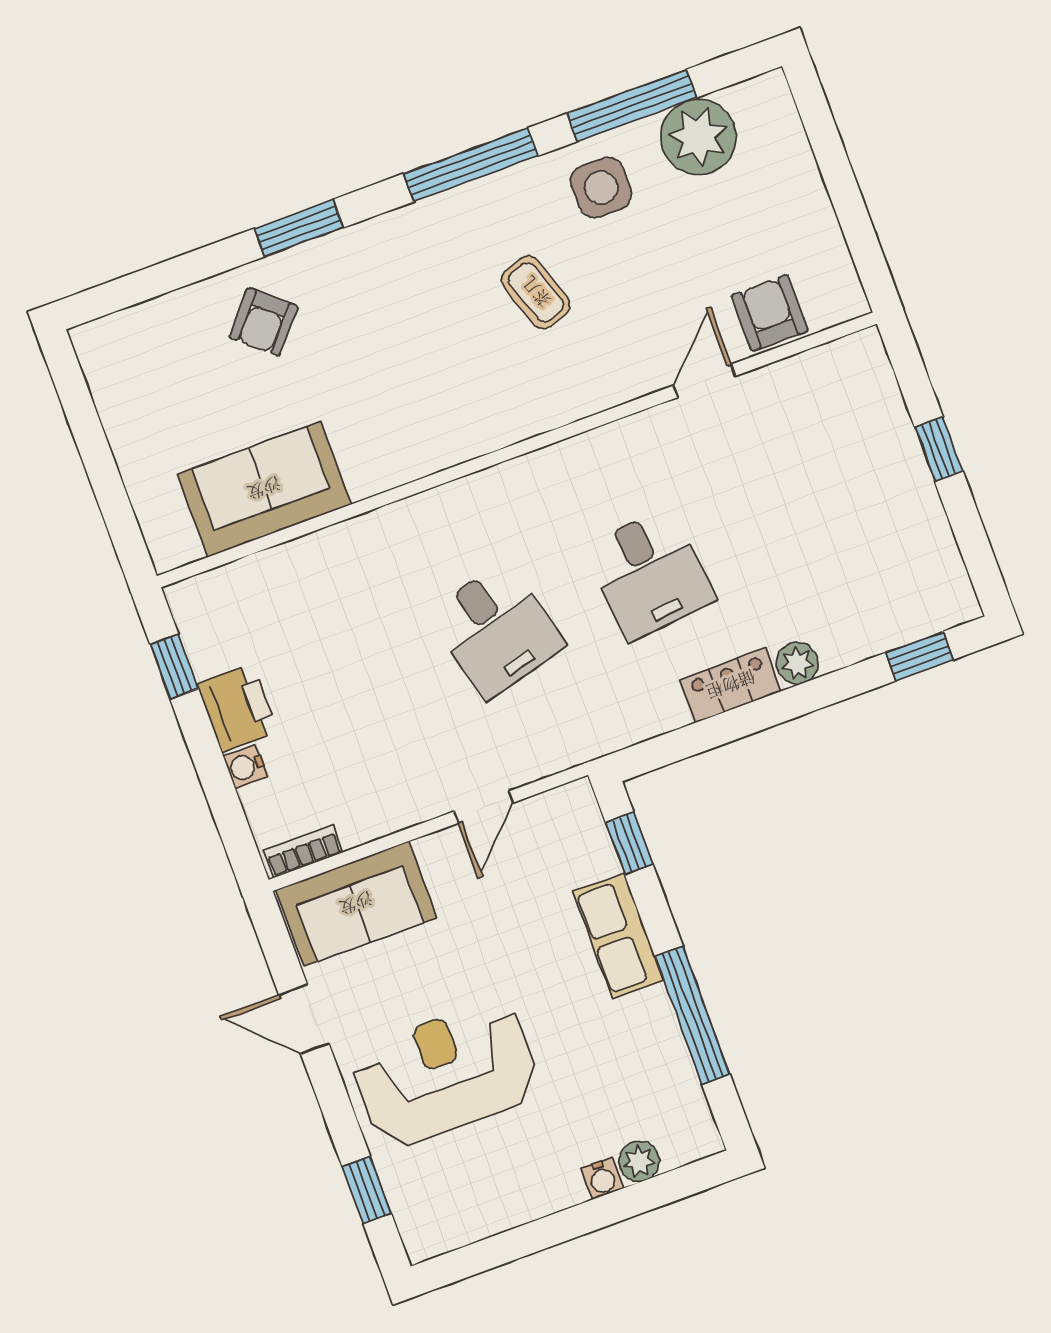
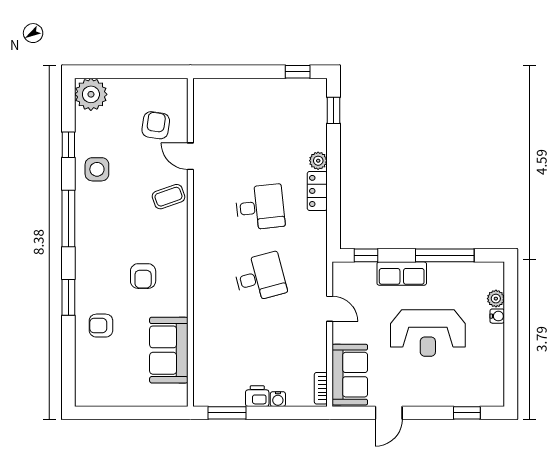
window: (632, 105) -> (68, 145), width x0.46
plant: (698, 137) -> (91, 94), moved
coffee table: (536, 292) -> (168, 197), moved
armchair: (770, 313) -> (156, 125), moved, turned 98
armchair: (264, 322) -> (101, 326), turned 139
armchair: (405, 374) -> (143, 276), added
window: (939, 449) -> (298, 72), moved
window: (174, 667) -> (227, 413), width x1.50
printer: (237, 708) -> (257, 396), width x0.73, depth x0.81
reception desk: (446, 1074) -> (428, 333), moved, turned -90

